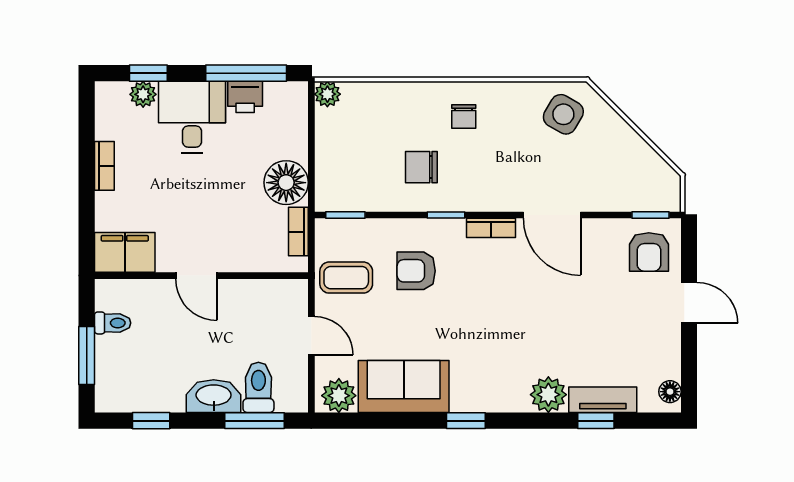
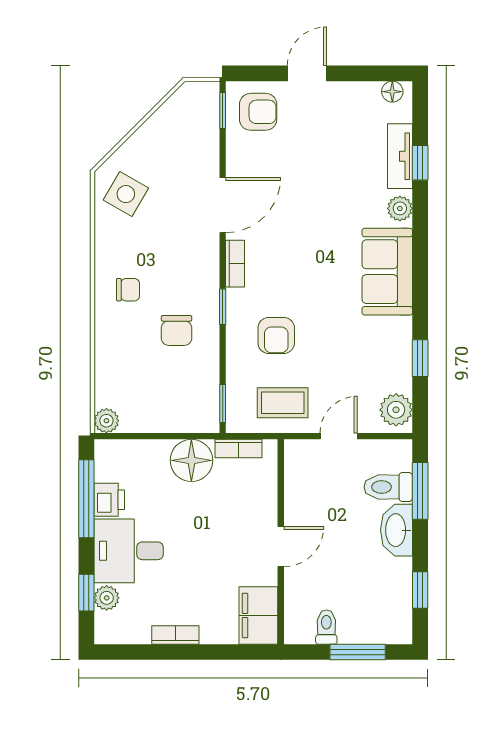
coffee table: (346, 278) -> (283, 403), turned 90
sofa: (404, 386) -> (387, 272), moved
plant: (548, 395) -> (400, 208), width x0.73, depth x0.73
window: (466, 421) -> (420, 358), moved

